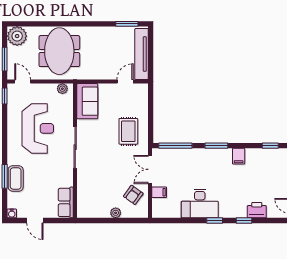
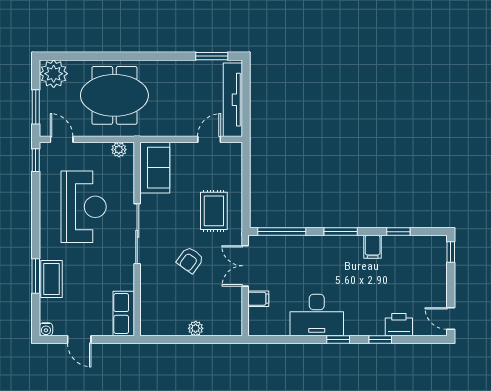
meeting table: (59, 51) -> (114, 95), turned 90
window: (270, 146) -> (398, 232), moved
armchair: (133, 195) -> (190, 260), moved

